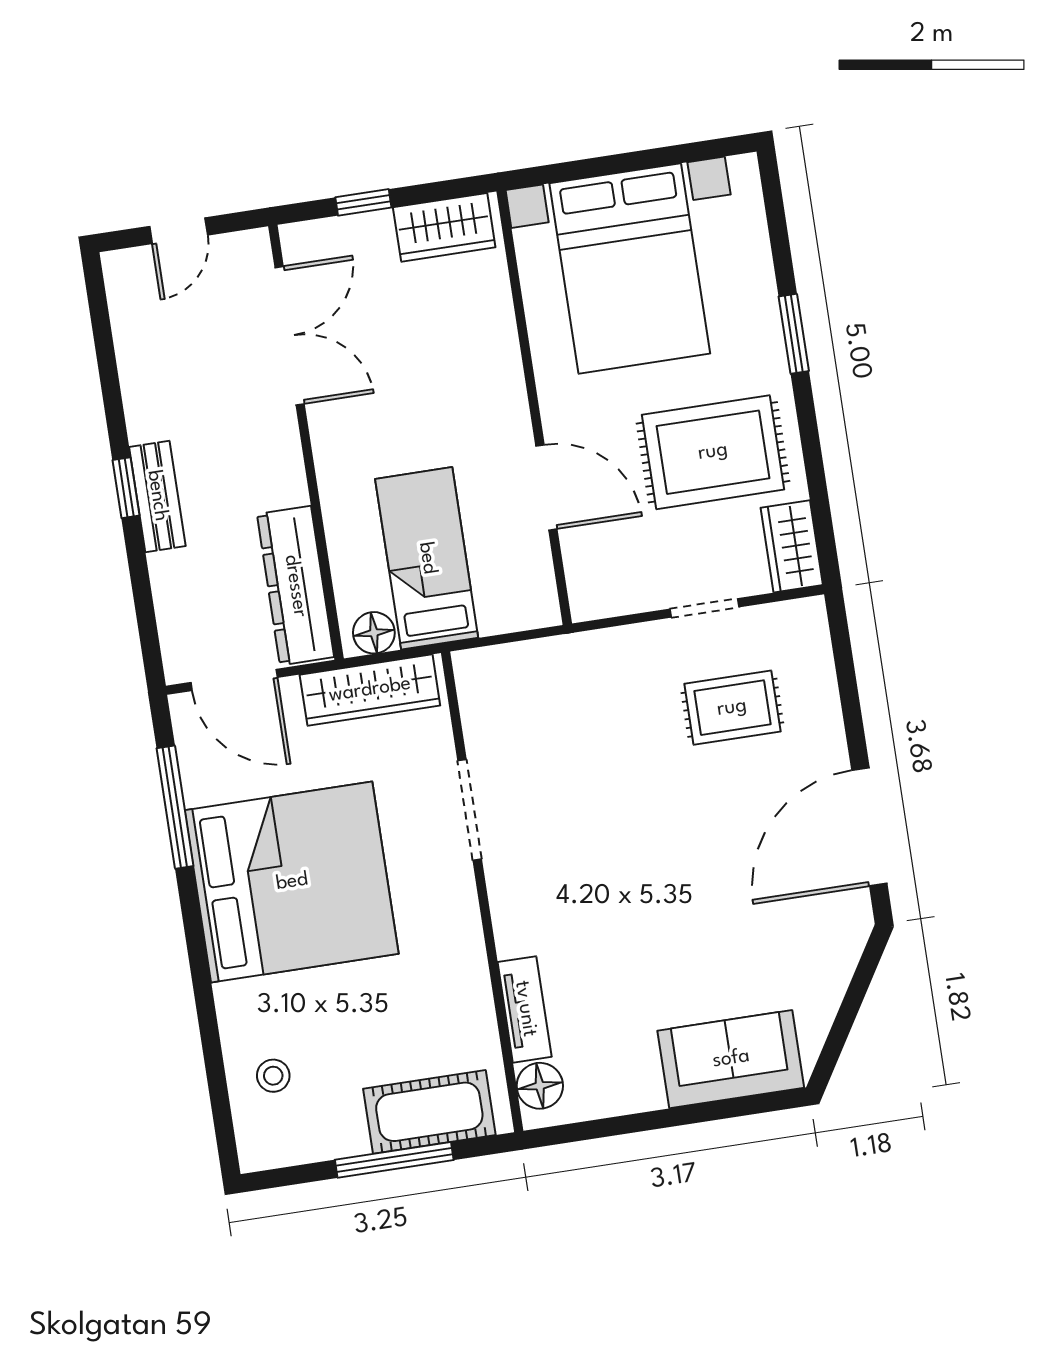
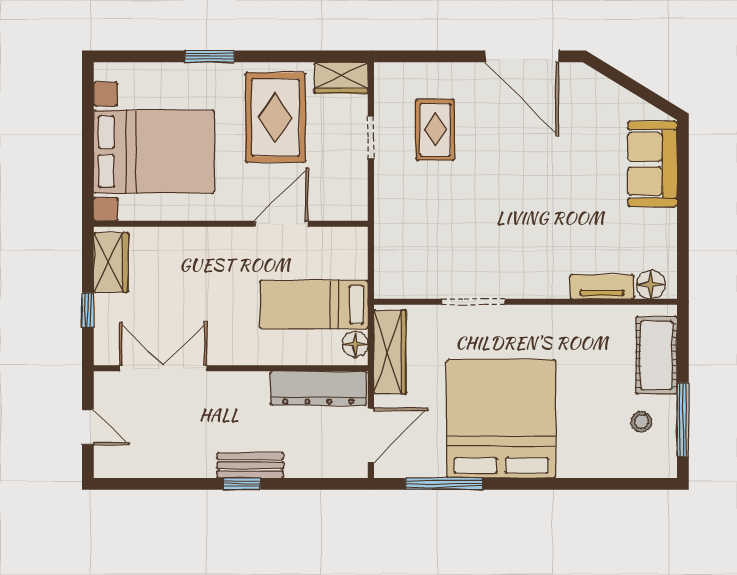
stool: (273, 1076) -> (641, 422), moved
window: (394, 1160) -> (683, 420), moved

